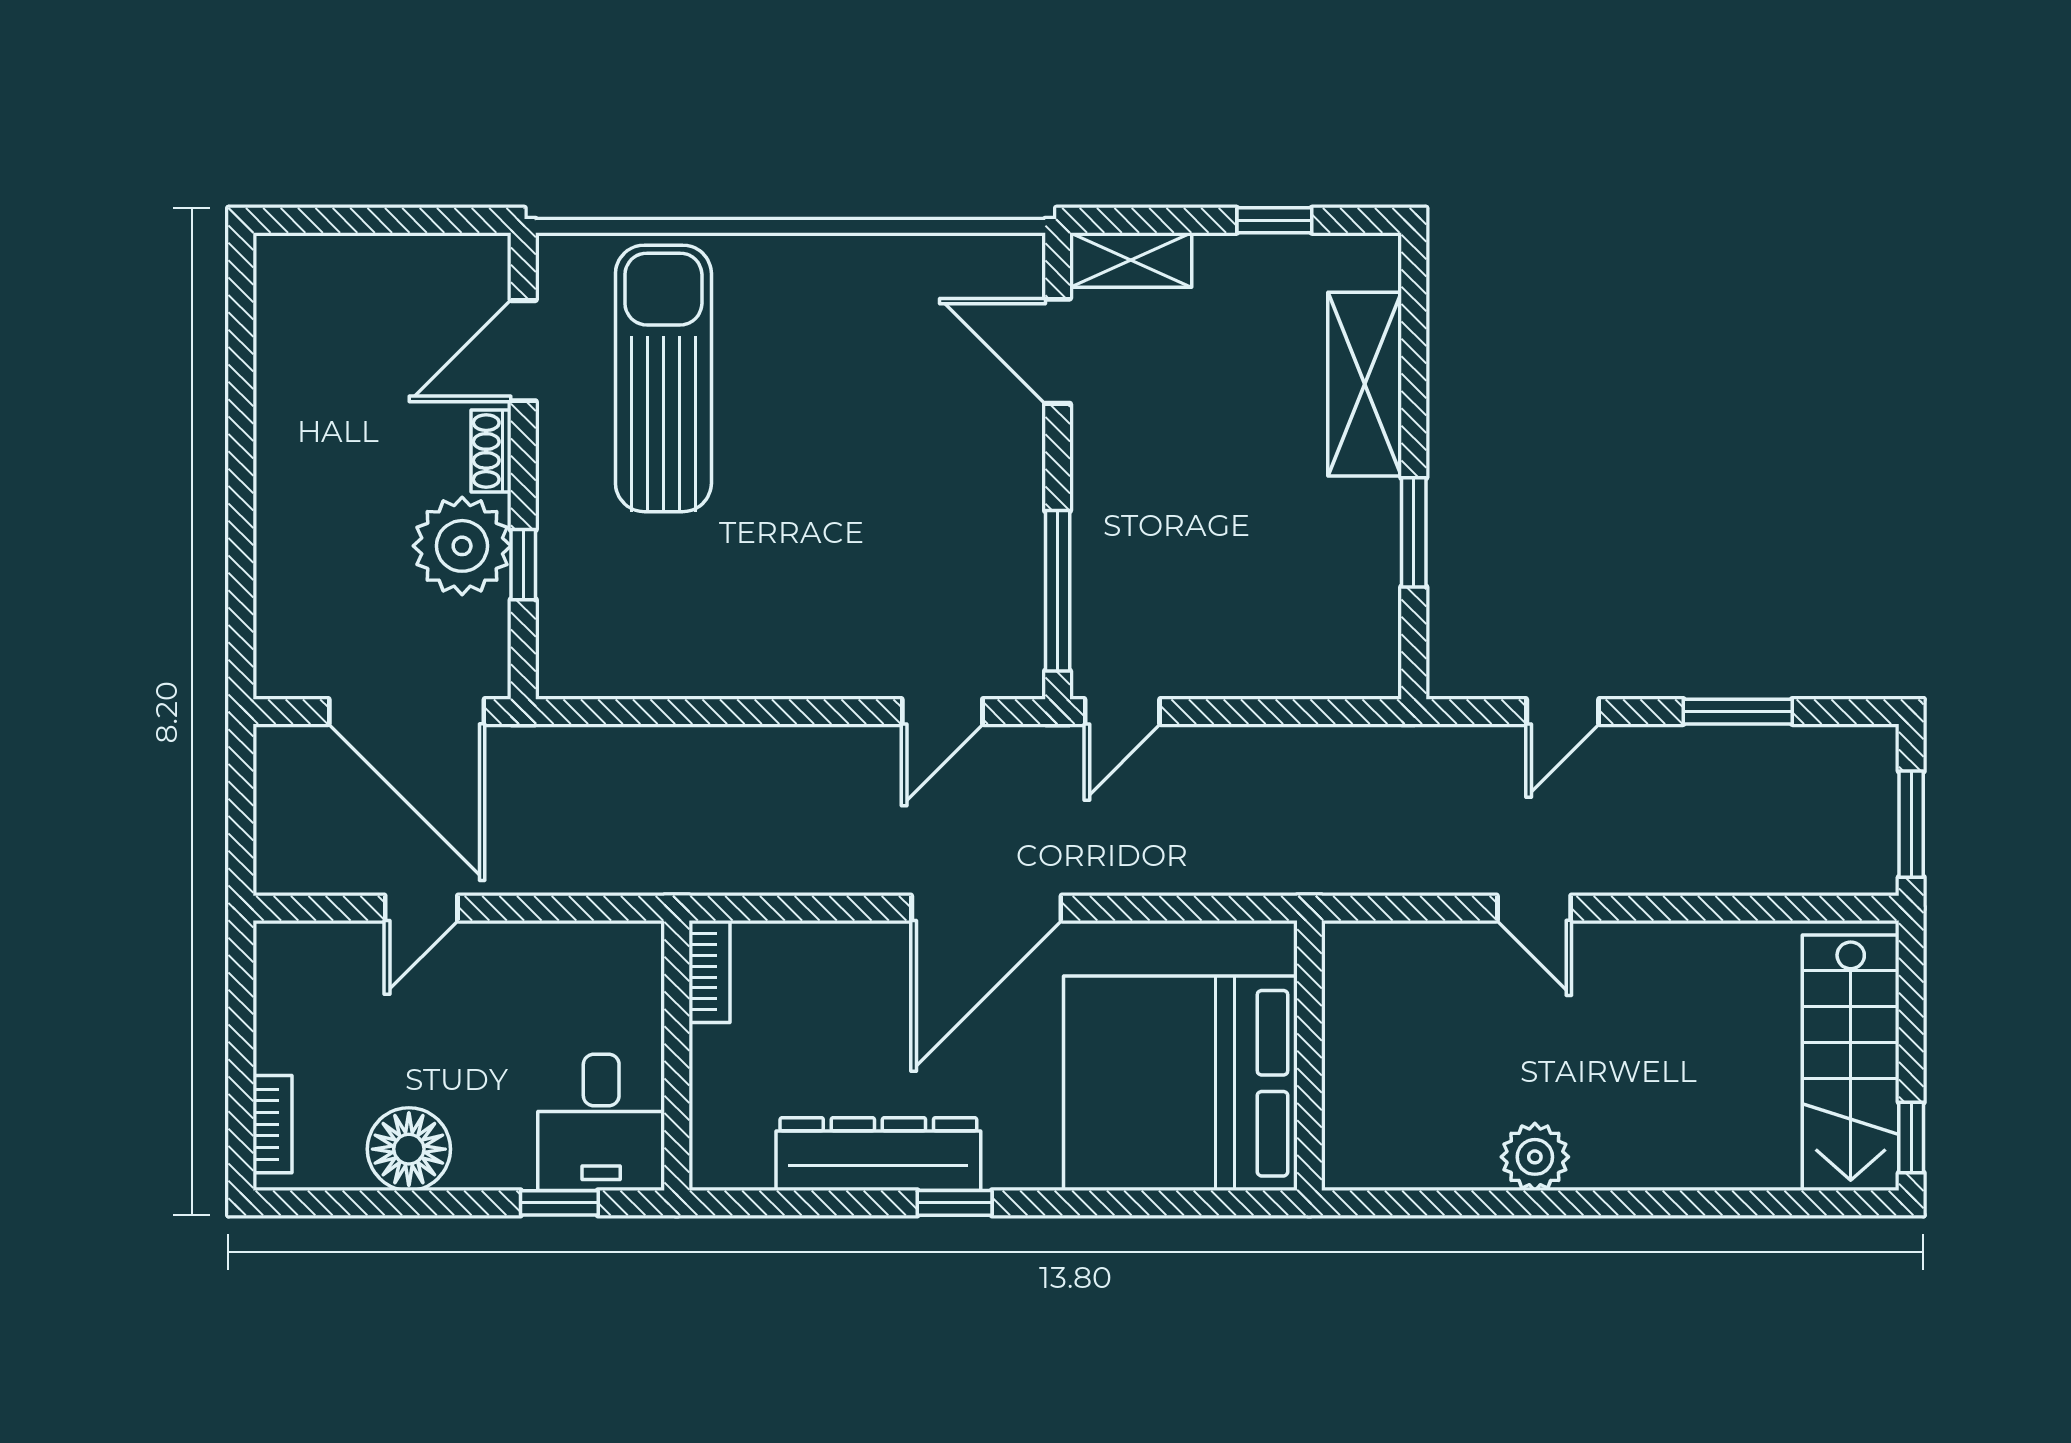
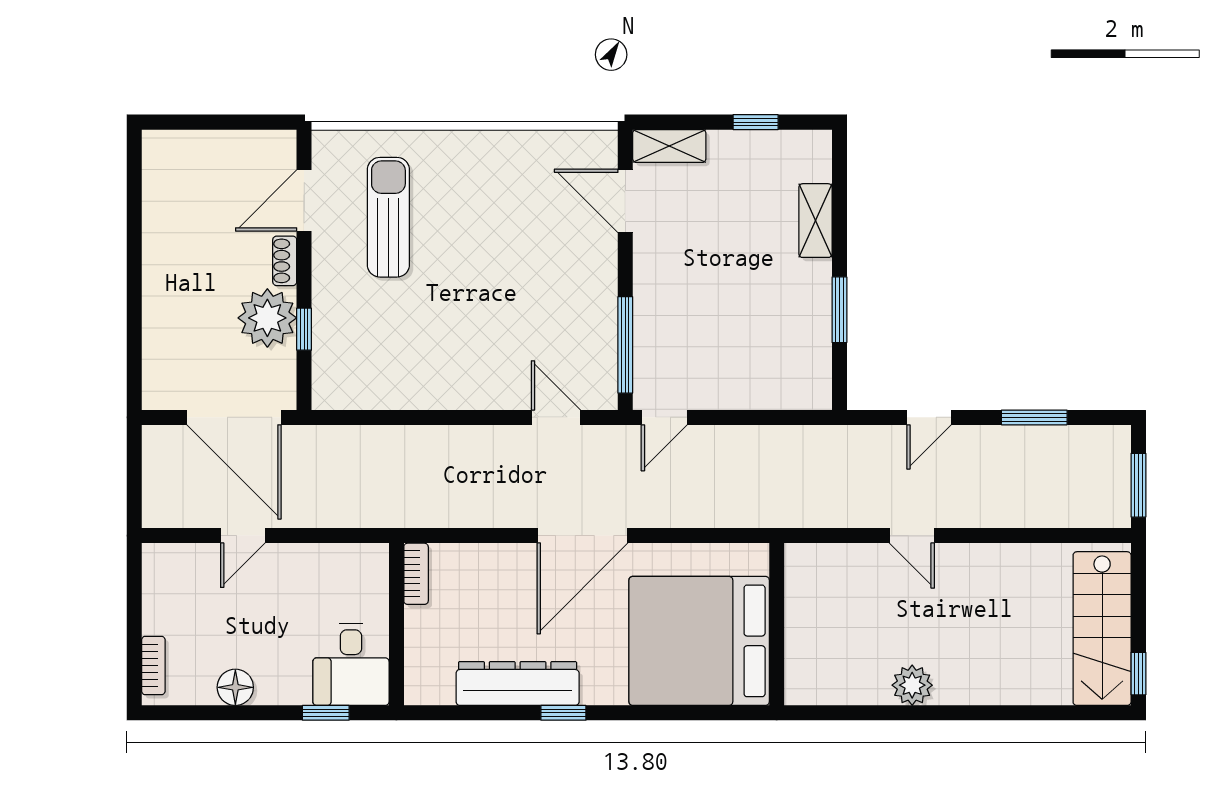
sun lounger: (663, 378) -> (388, 217), width x0.73, depth x0.75
shelving: (1365, 384) -> (815, 221), width x0.67, depth x0.75
door: (942, 712) -> (556, 417), swing flipped
floor lamp: (409, 1149) -> (235, 687), width x0.73, depth x0.73

